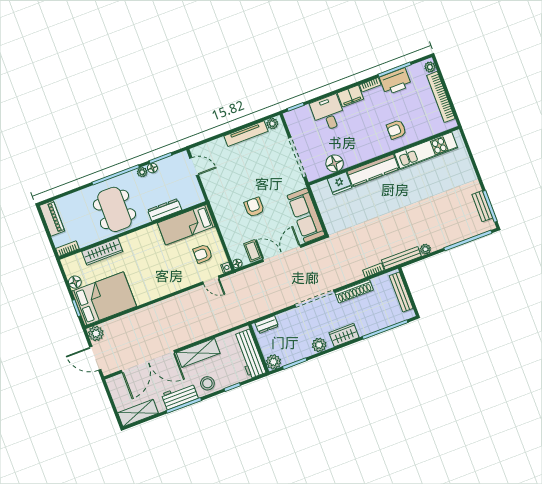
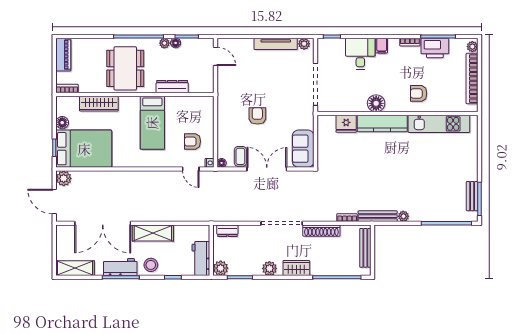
filing cabinet: (350, 96) -> (382, 46), width x0.50
floor lamp: (335, 163) -> (376, 103), moved
sofa: (306, 215) -> (303, 149), width x0.73
bed: (186, 225) -> (152, 123), moved, turned -90
workbench: (250, 354) -> (201, 259), width x0.73

